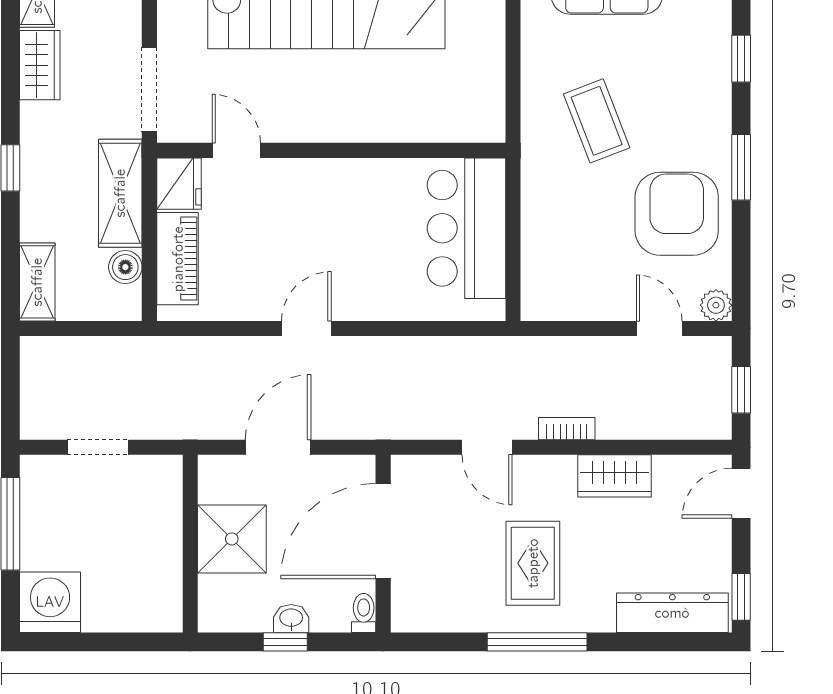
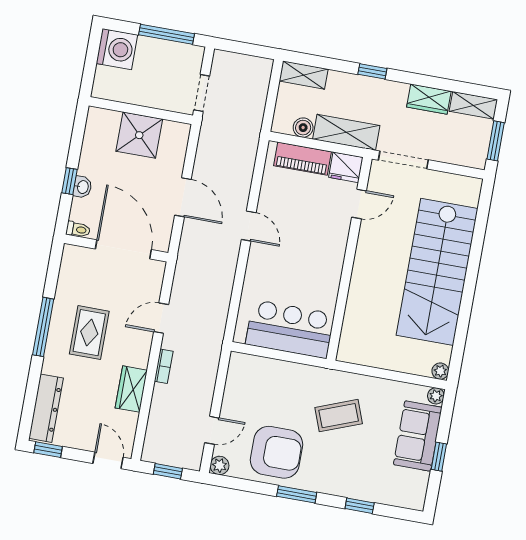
shower: (232, 539) -> (139, 135), moved
wall: (190, 544) -> (141, 111), moved
rug: (533, 563) -> (89, 333), turned 90

